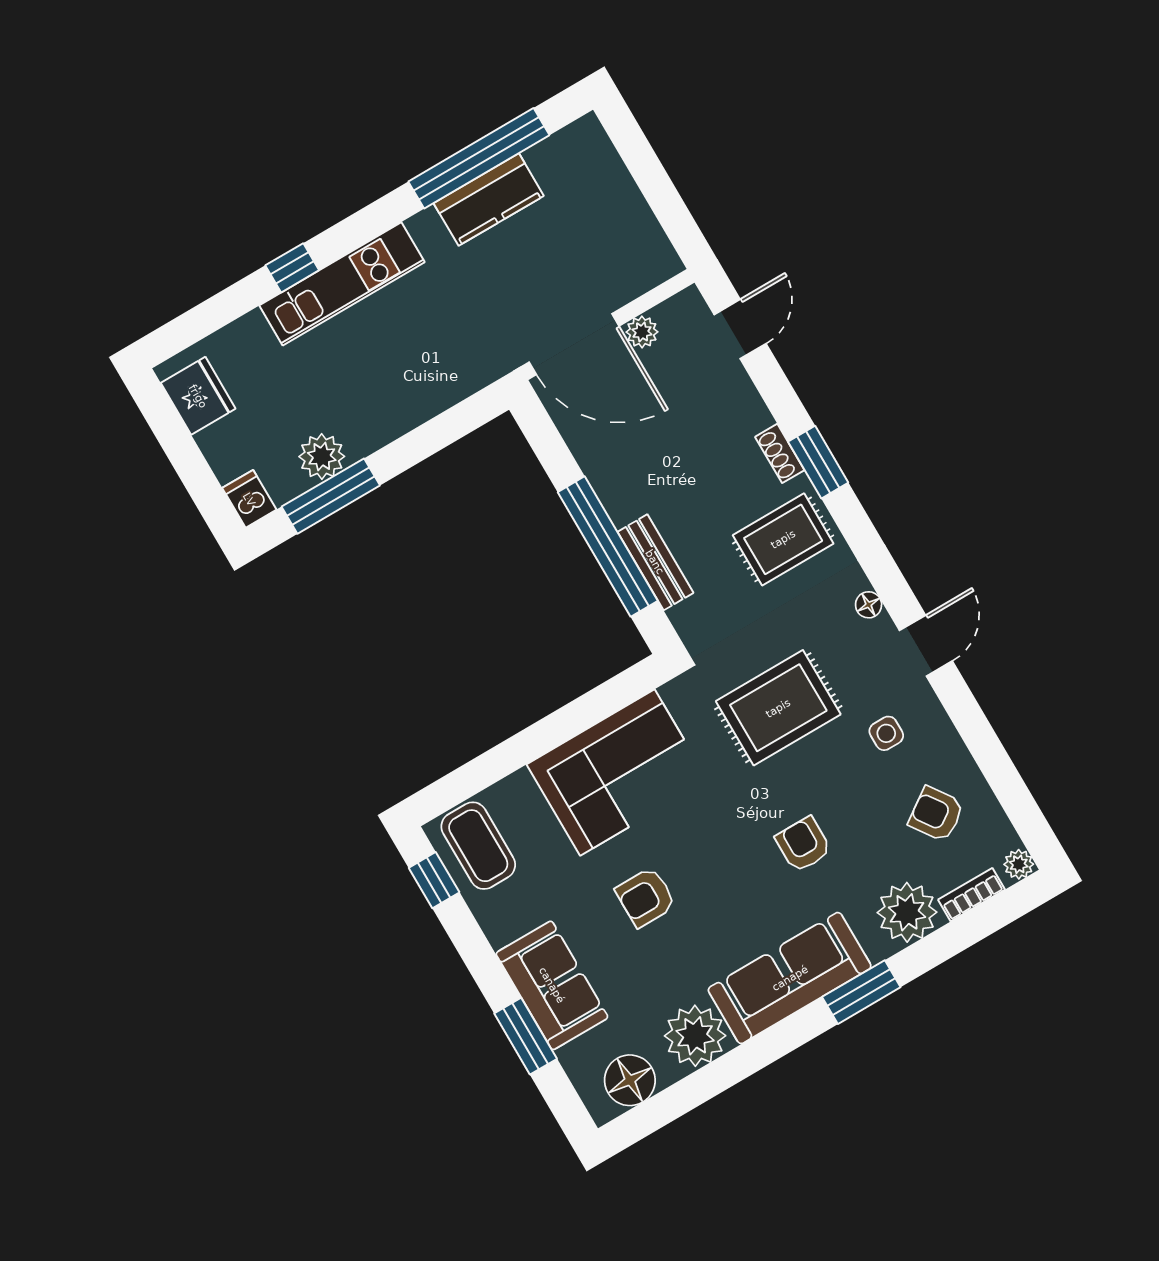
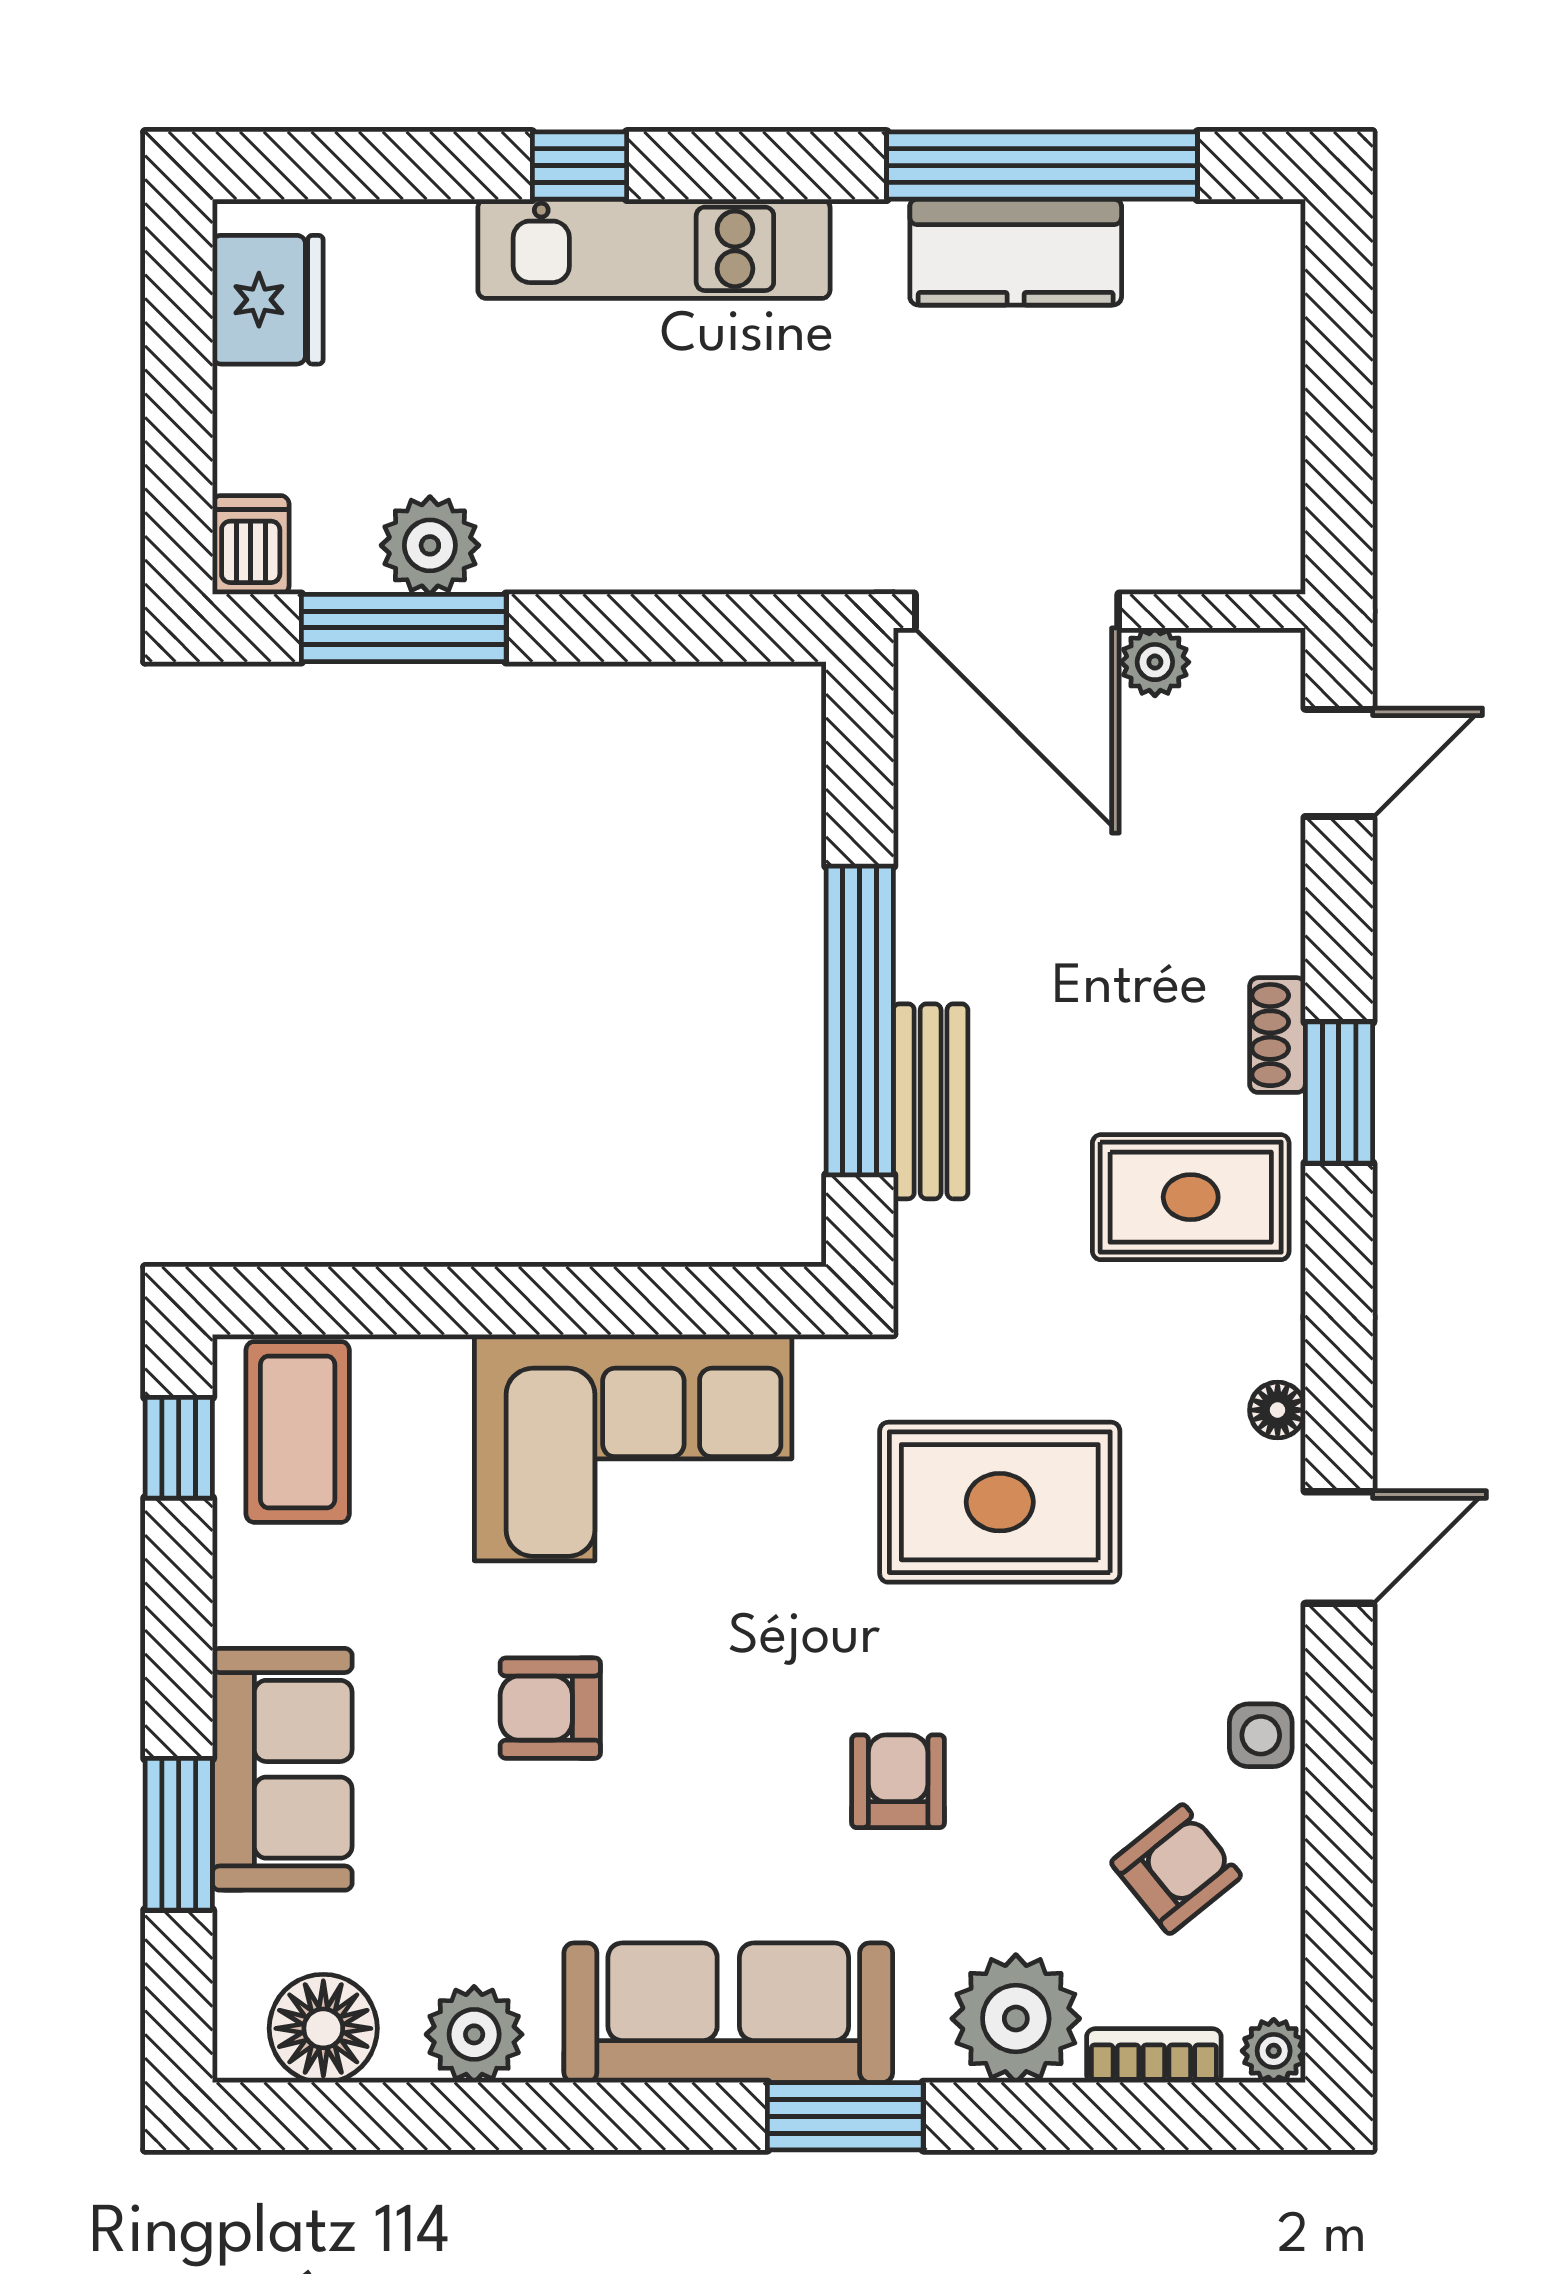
side table: (886, 733) -> (1261, 1735), moved
armchair: (936, 814) -> (1176, 1869), turned 86
plant: (695, 1036) -> (474, 2034), width x0.73, depth x0.73

